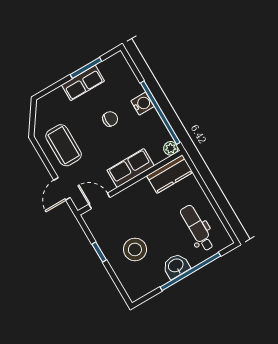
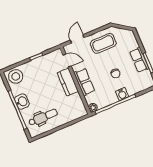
kitchen counter: (170, 174) -> (68, 82), moved
door: (62, 189) -> (77, 39), hinge flipped
door: (99, 201) -> (67, 61), hinge flipped
stool: (135, 249) -> (16, 76), moved

